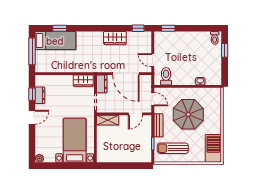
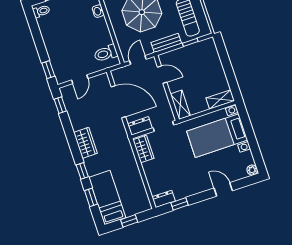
window: (82, 28) -> (82, 171), added
wardrobe: (115, 38) -> (85, 143), moved
window: (32, 51) -> (129, 221), width x0.46
door: (153, 60) -> (80, 79), moved
door: (126, 74) -> (118, 102), hinge flipped
dresser: (40, 95) -> (164, 199), moved
door: (32, 117) -> (223, 189), moved
shelving: (101, 152) -> (220, 99), added

